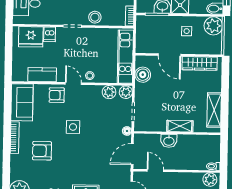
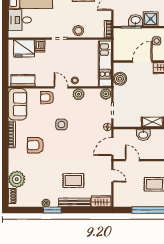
door: (169, 55) -> (142, 61), swing flipped
kitchen counter: (42, 75) -> (23, 80), moved
plant: (109, 92) -> (79, 94), moved

